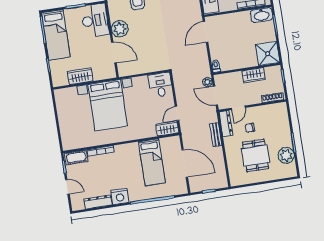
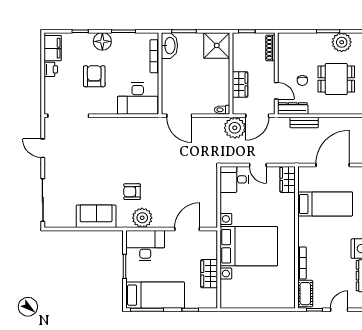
plant: (120, 29) -> (142, 218), moved
wardrobe: (254, 75) -> (240, 84), moved
plant: (207, 82) -> (235, 128), width x1.88, depth x1.88
door: (177, 113) -> (258, 165), moved

